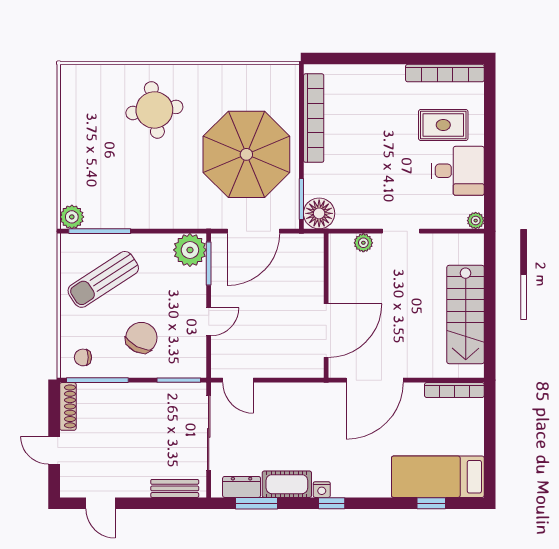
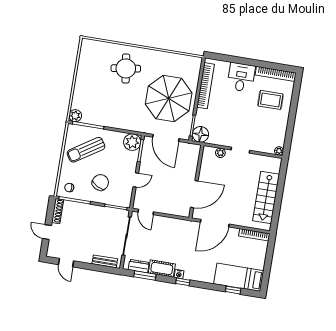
desk: (458, 171) -> (241, 77), moved, turned -90
door: (253, 231) -> (166, 138), hinge flipped

